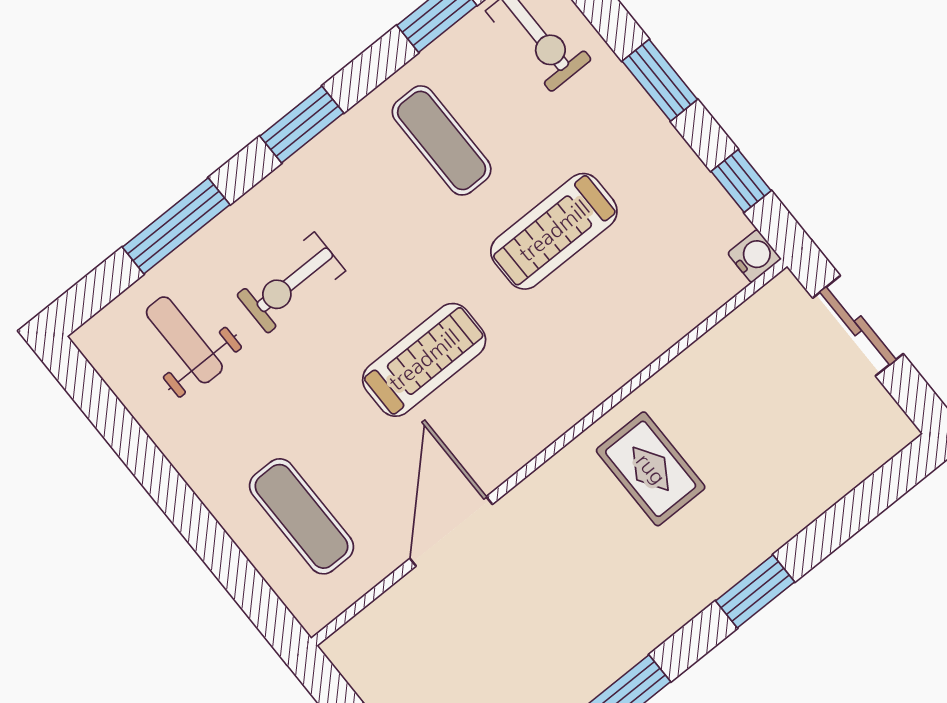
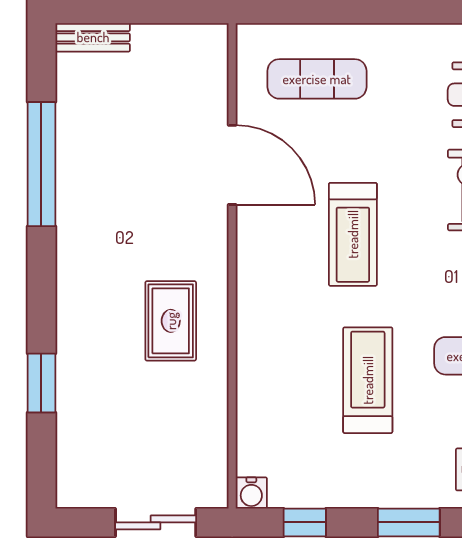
rug: (651, 469) -> (171, 321), turned 90
window: (755, 591) -> (41, 383), moved

